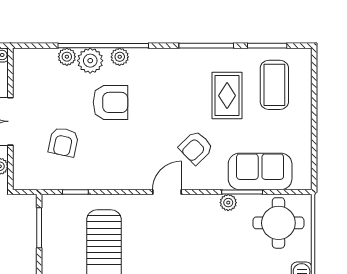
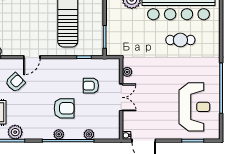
plant: (90, 61) -> (15, 132), moved
armchair: (110, 102) -> (64, 108), turned 180
armchair: (63, 142) -> (91, 86), turned -102

